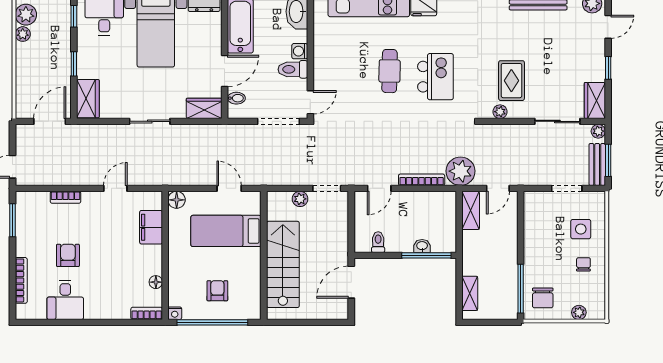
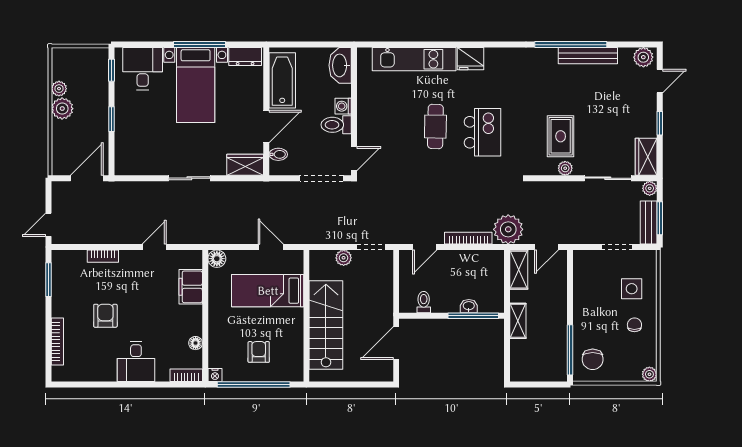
plant: (26, 15) -> (62, 109), moved
wardrobe: (88, 99) -> (126, 155), removed
plant: (500, 112) -> (565, 168), moved
shelving: (470, 293) -> (518, 321), moved
desk: (65, 300) -> (136, 362), moved
plant: (579, 312) -> (649, 374), moved

